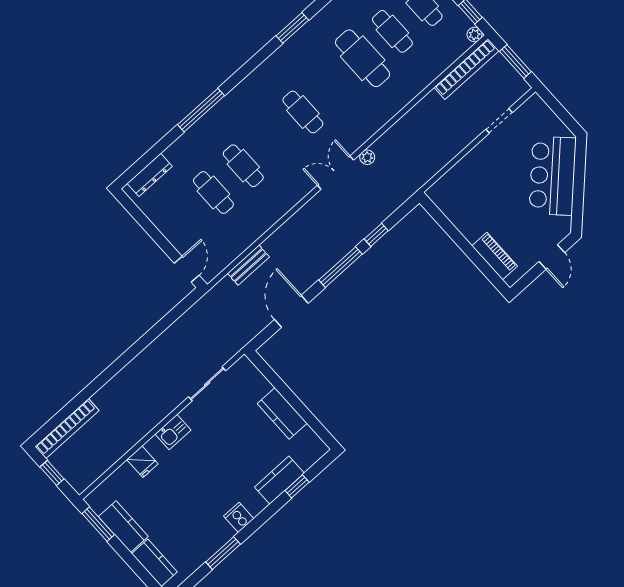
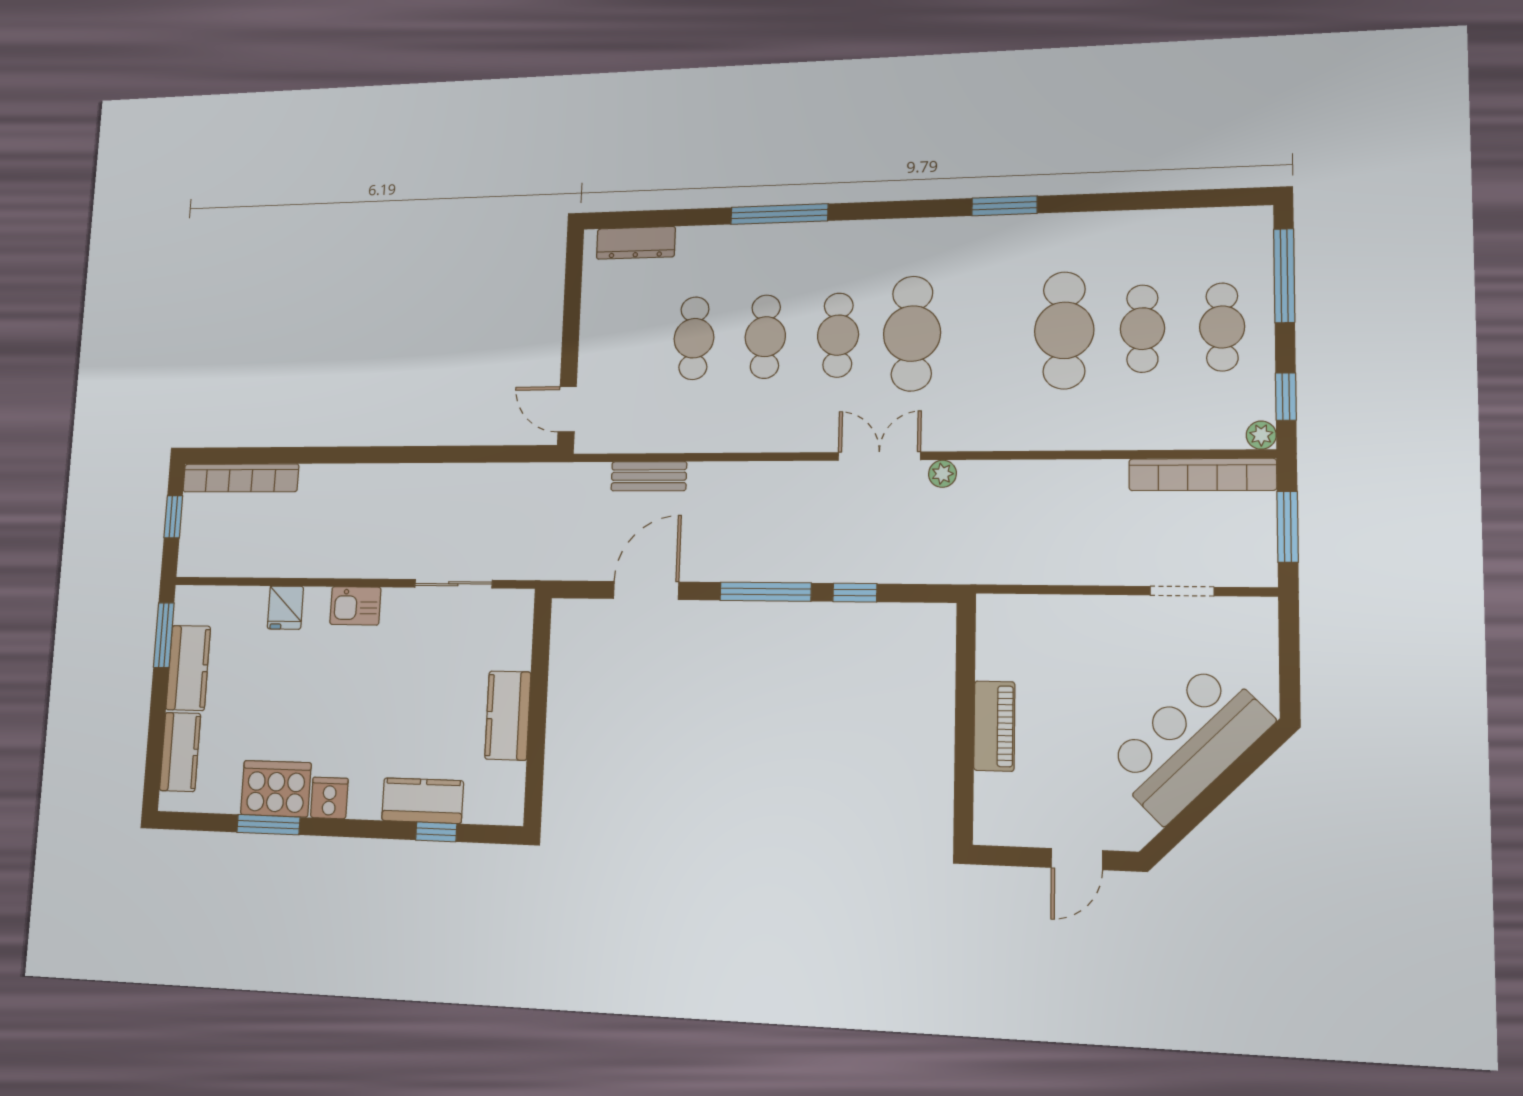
cafe table: (303, 112) -> (912, 334), width x1.37, depth x1.35
cafe table: (273, 139) -> (838, 335), added
piano: (495, 256) -> (994, 726), moved
door: (187, 269) -> (567, 409), swing flipped
cooker: (212, 536) -> (276, 789), added

